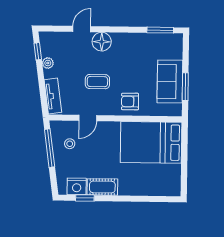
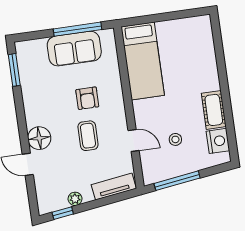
window: (185, 87) -> (77, 29), width x1.44
armchair: (130, 101) -> (87, 98), moved
bed: (151, 142) -> (143, 61), width x0.67
stool: (70, 144) -> (175, 139), moved
window: (85, 198) -> (230, 129), removed

